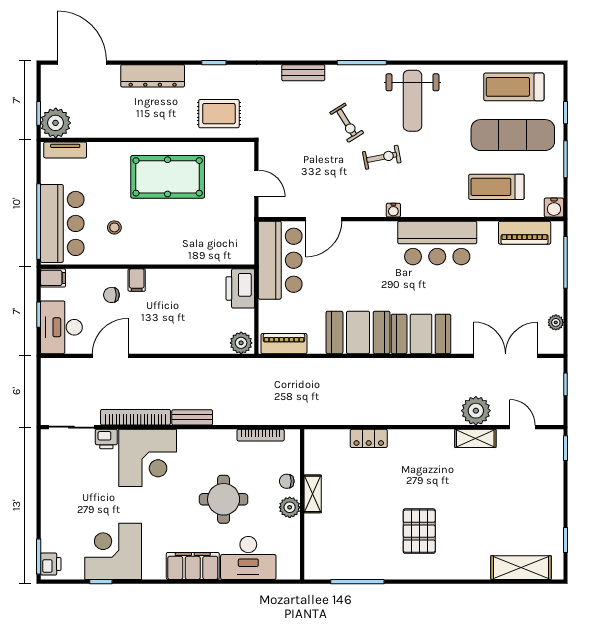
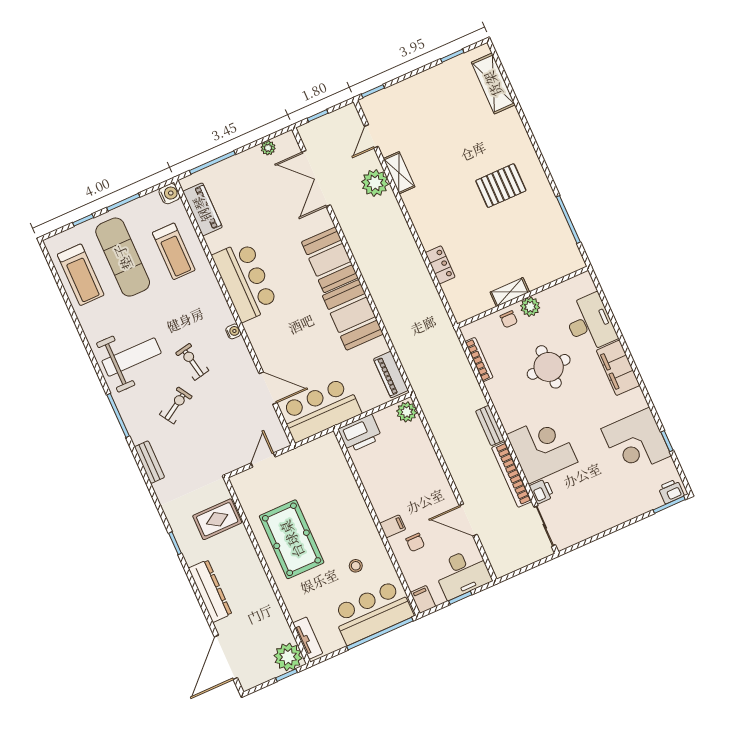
rug: (219, 114) -> (217, 519), turned 90

